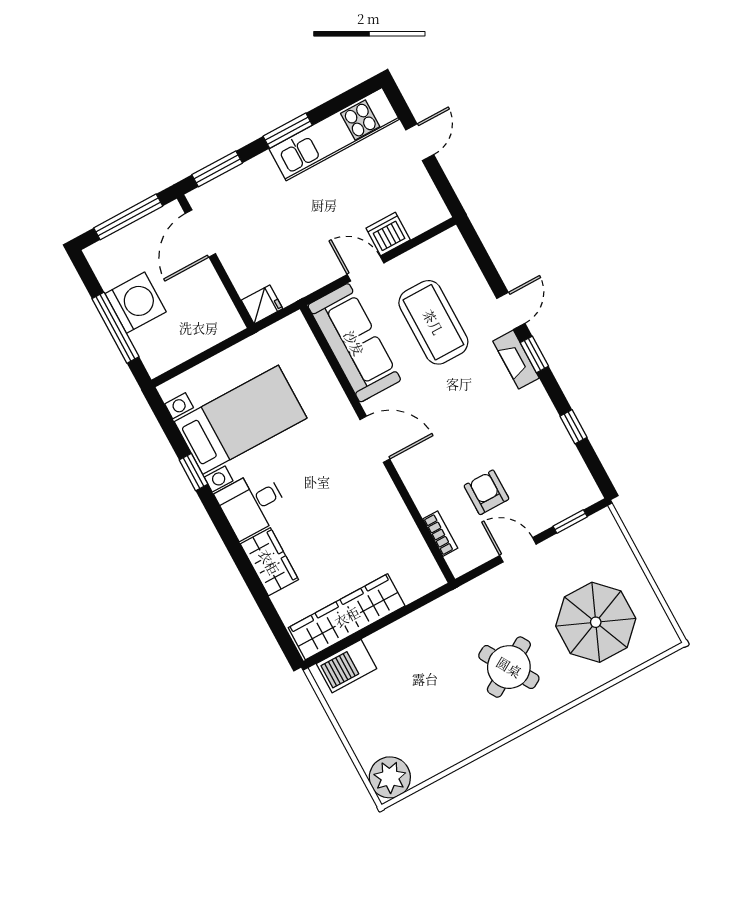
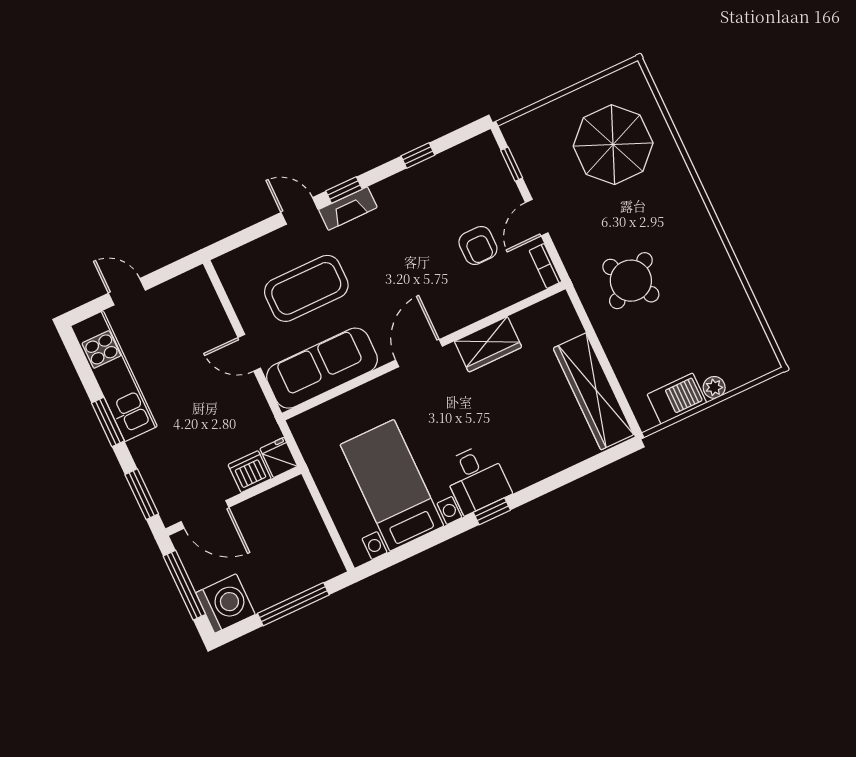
dishwasher: (388, 234) -> (250, 472), moved, turned 90
door: (365, 269) -> (249, 353), hinge flipped
washing machine: (136, 303) -> (225, 604), moved, turned 90
window: (193, 472) -> (492, 511), moved
armchair: (486, 492) -> (478, 245), turned -90
bookcase: (440, 534) -> (546, 266), moved, turned -90
wardrobe: (269, 562) -> (488, 344), moved, turned 180
barbecue: (347, 666) -> (677, 399), moved, turned -90
round table: (509, 667) -> (631, 281), moved
plant: (390, 777) -> (714, 387), moved, width x0.53, depth x0.53

